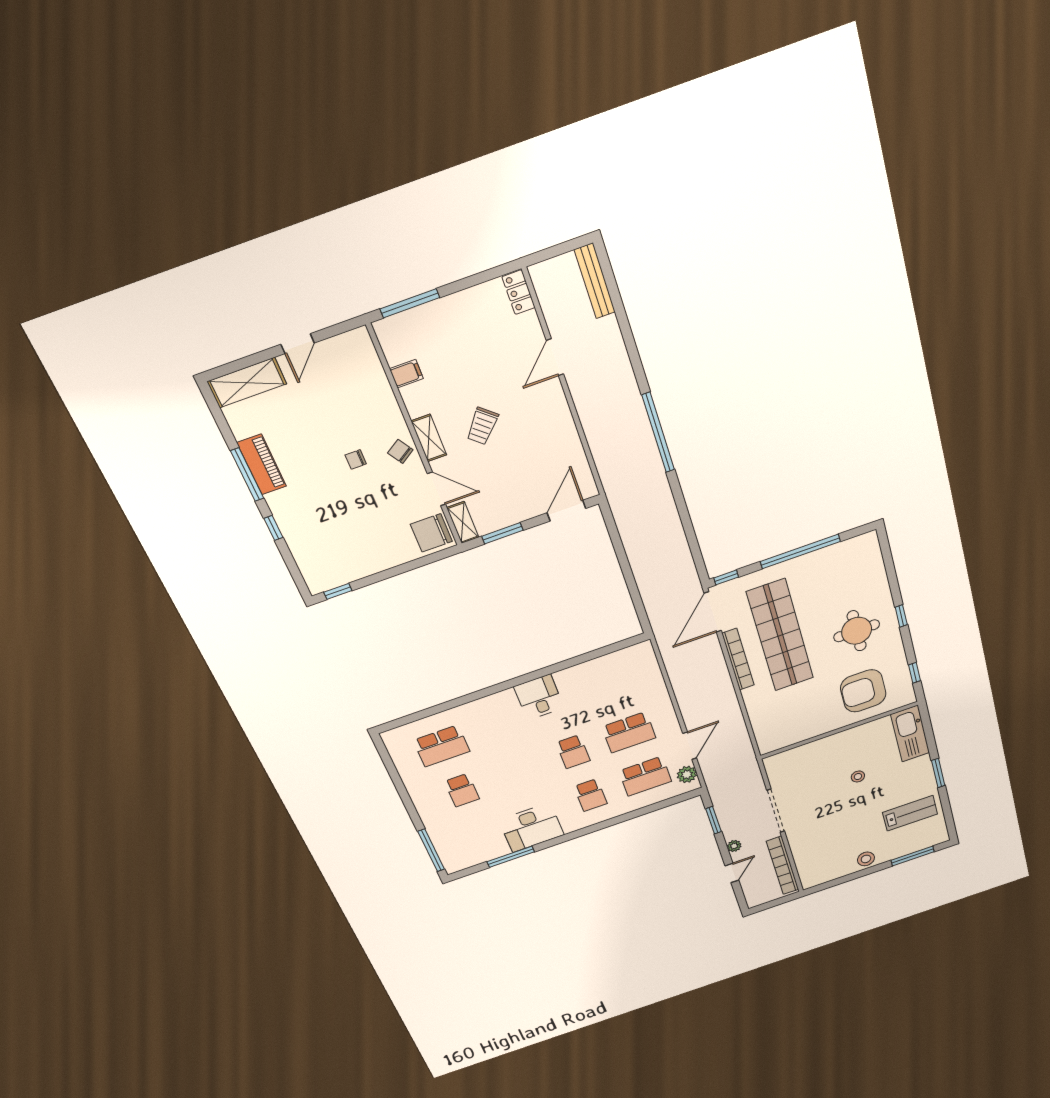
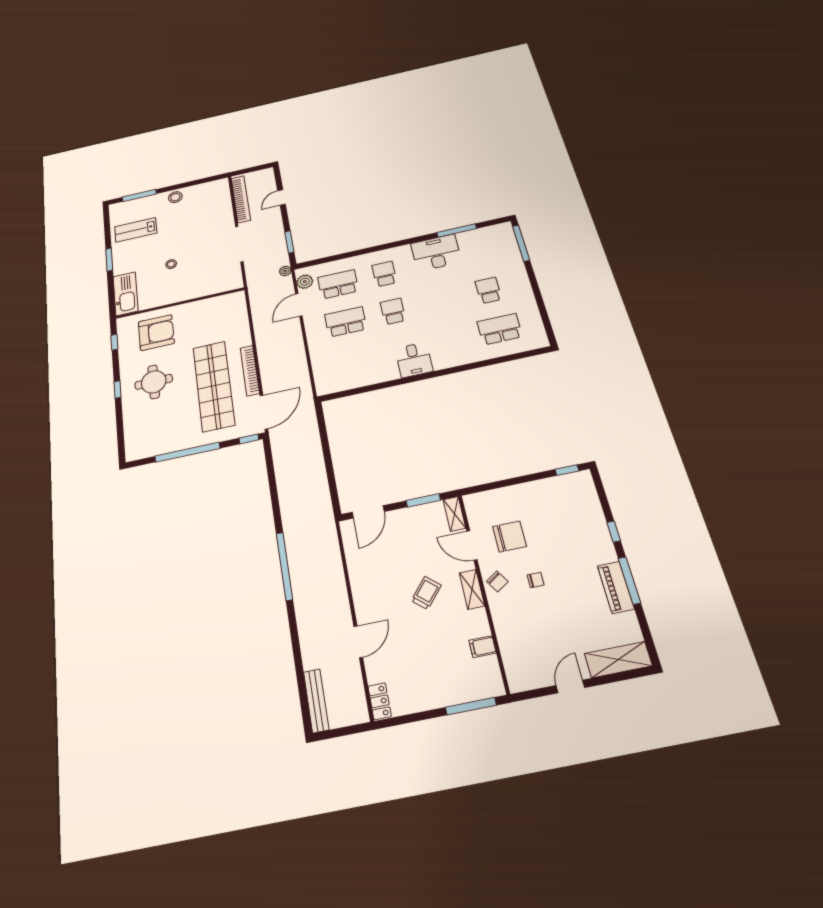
chair: (431, 533) -> (510, 537), moved
plant: (734, 846) -> (285, 271), moved

